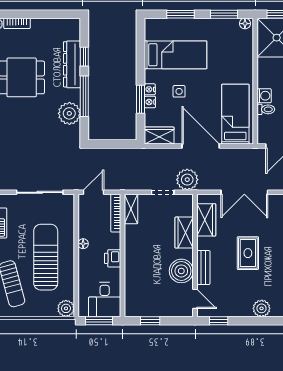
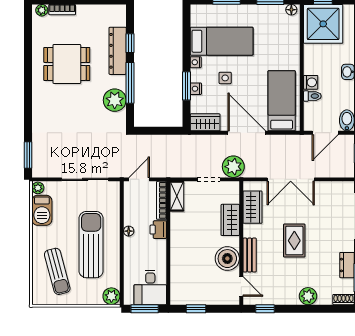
nightstand: (150, 89) -> (196, 62), moved
printer: (113, 258) -> (158, 230), moved

